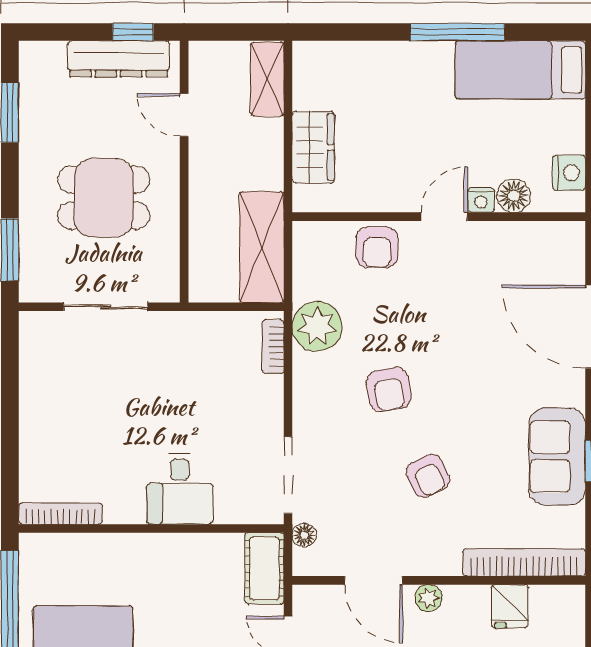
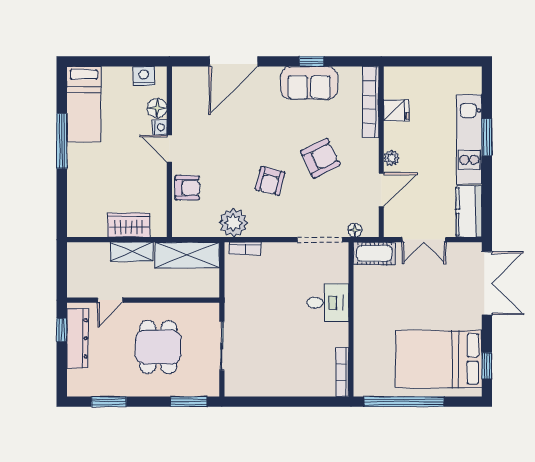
shelving: (267, 79) -> (132, 252), moved
armchair: (389, 390) -> (270, 181), turned 113
armchair: (428, 476) -> (320, 158), width x1.38, depth x1.38

